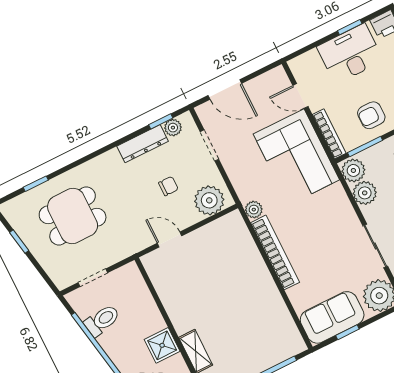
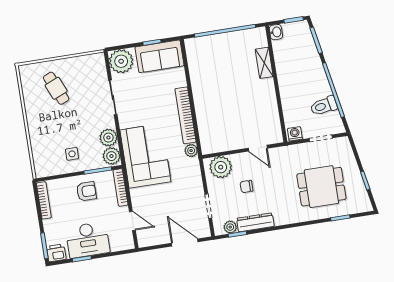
corner sofa: (296, 157) -> (145, 156), moved
washing machine: (128, 273) -> (295, 134), added
shower: (162, 345) -> (287, 75), removed

